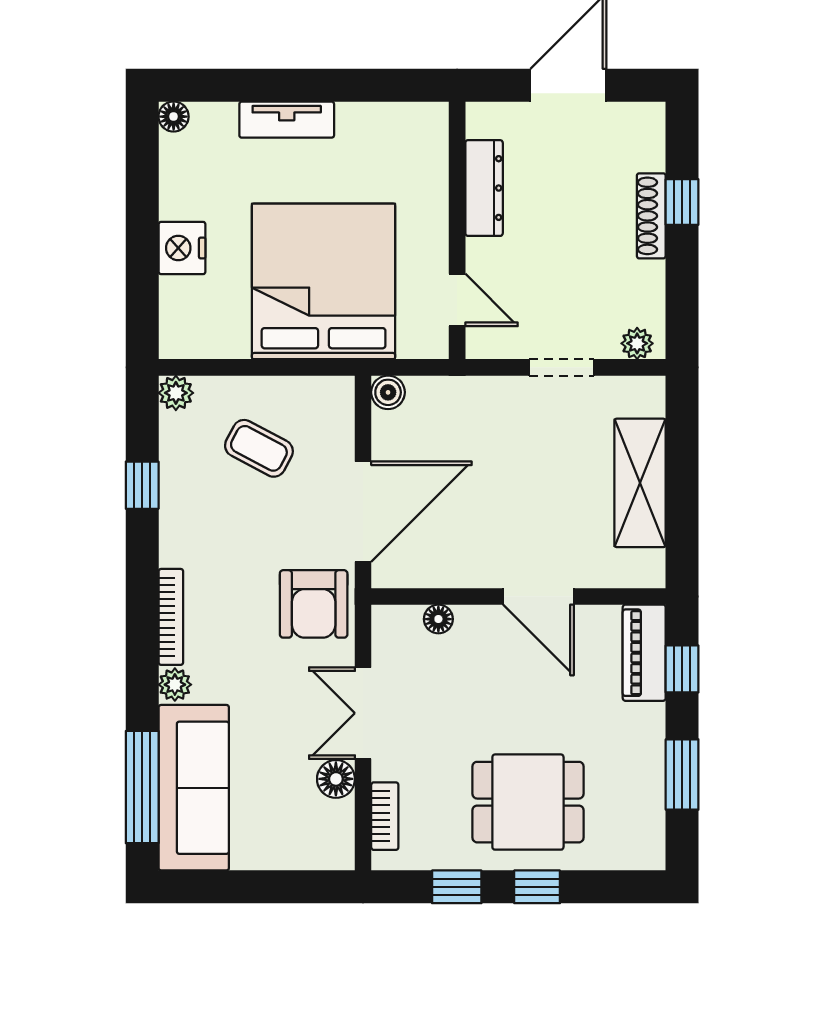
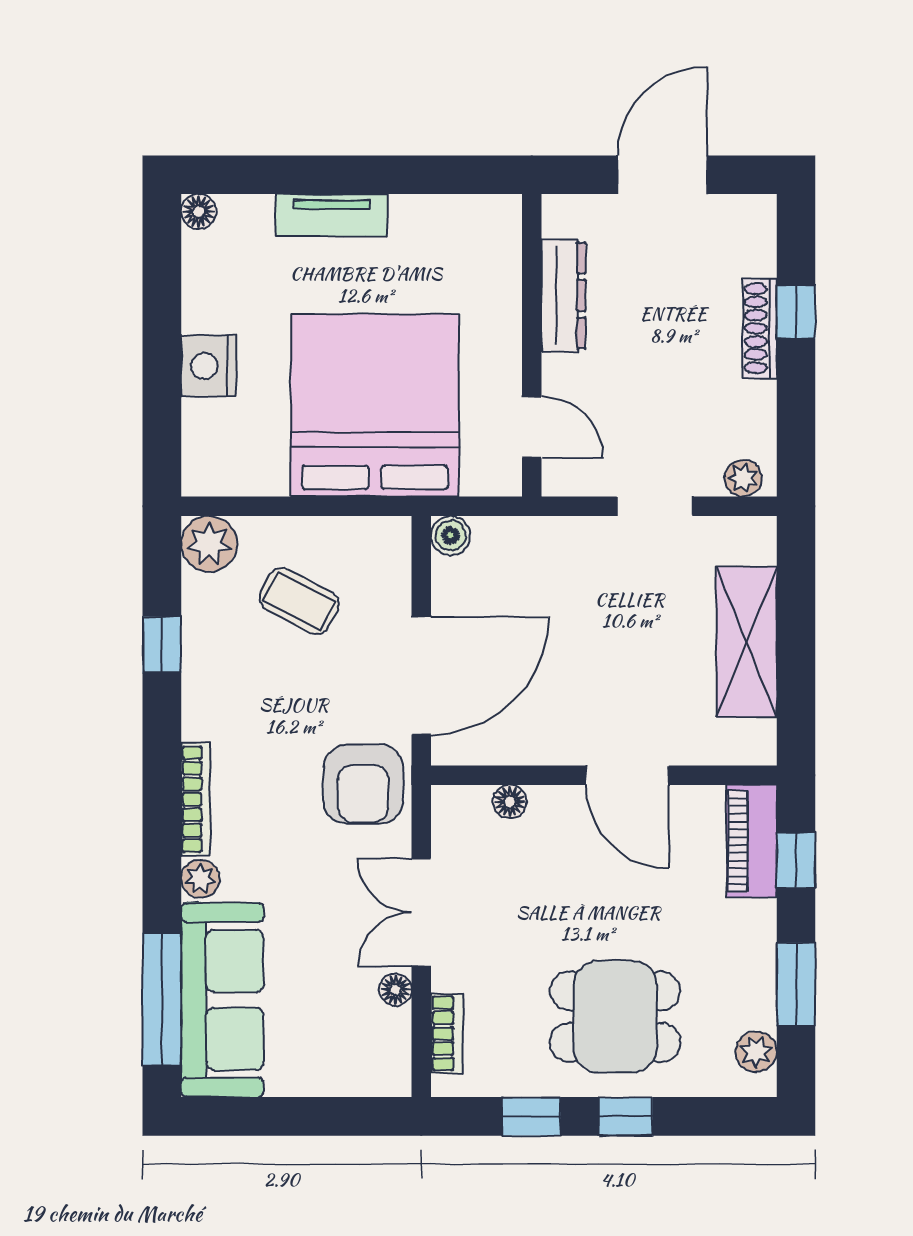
plant: (176, 393) -> (209, 544), width x1.38, depth x1.38
floor lamp: (336, 779) -> (395, 990), width x0.73, depth x0.73
plant: (648, 832) -> (756, 1052), added

